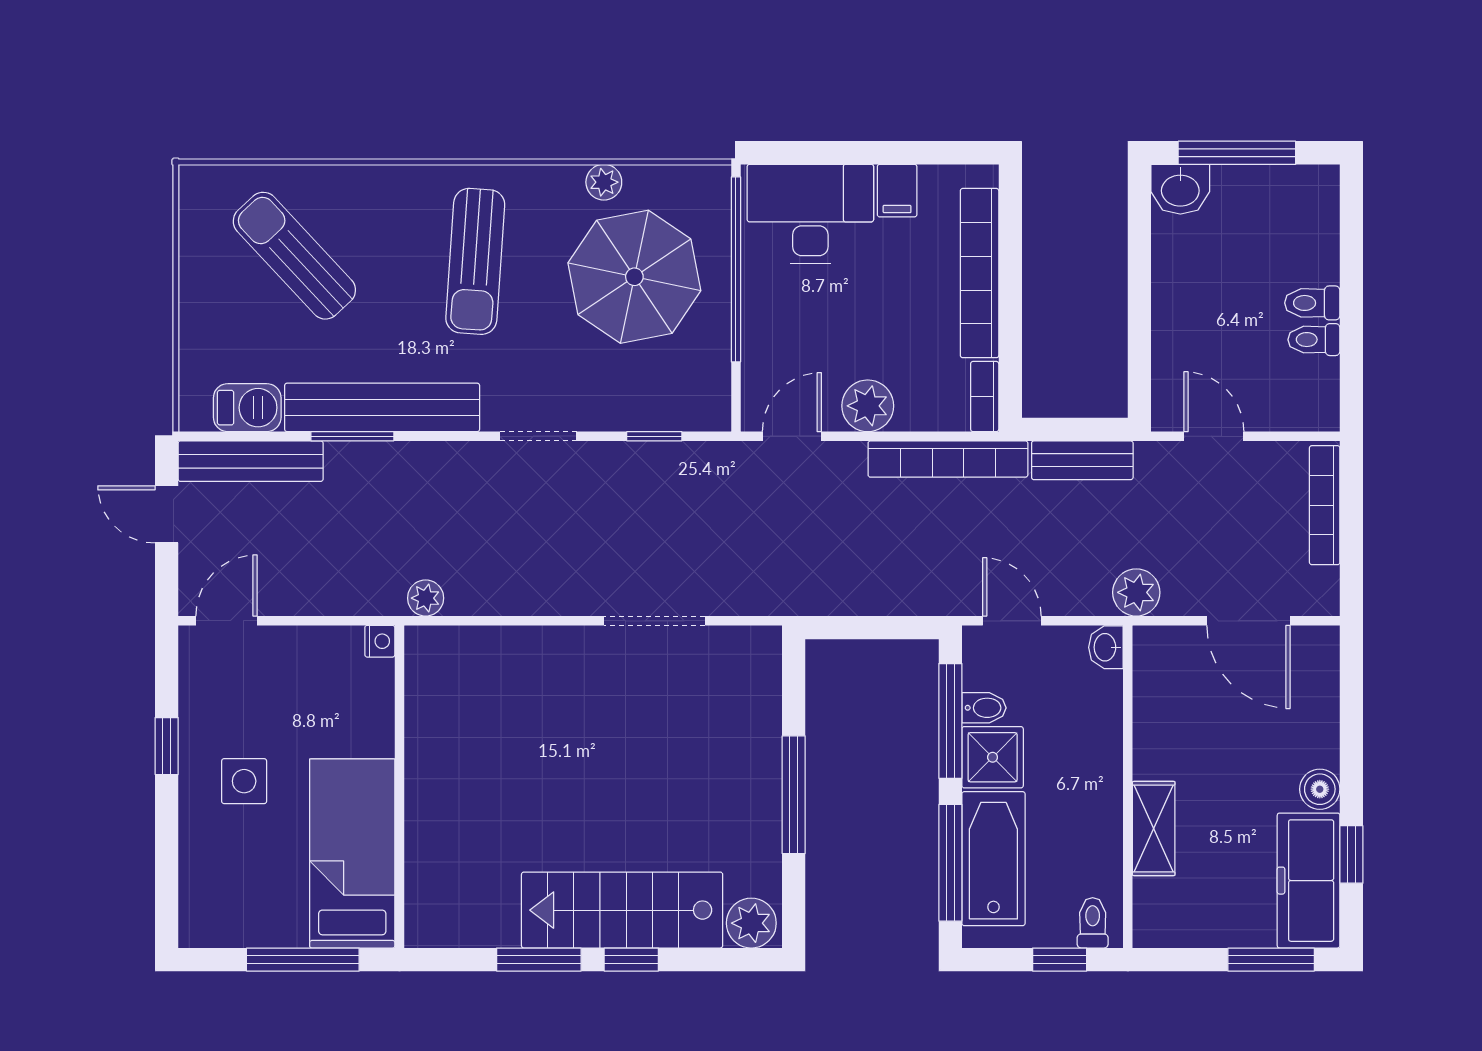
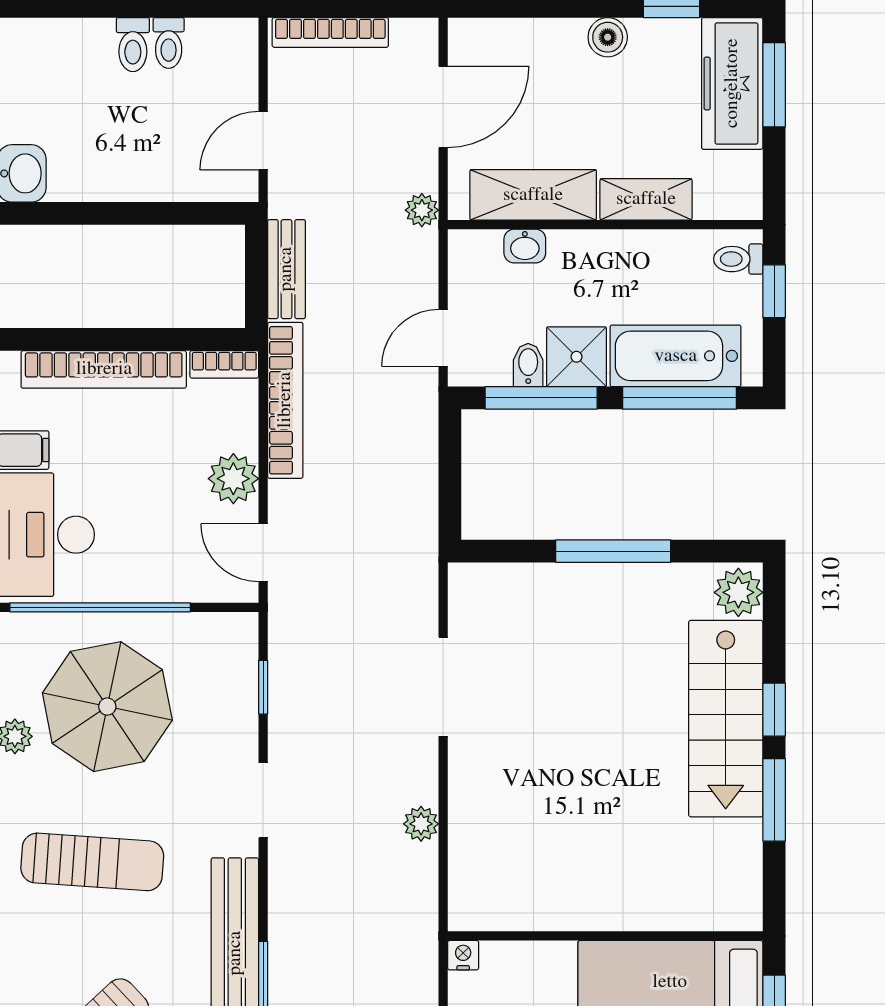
plant: (1136, 592) -> (422, 210), width x0.73, depth x0.73
plant: (426, 598) -> (421, 824), moved
washbasin: (1106, 647) -> (525, 246), moved
shelving: (1158, 713) -> (533, 195), added
freezer: (1309, 881) -> (732, 83), moved, turned 90

